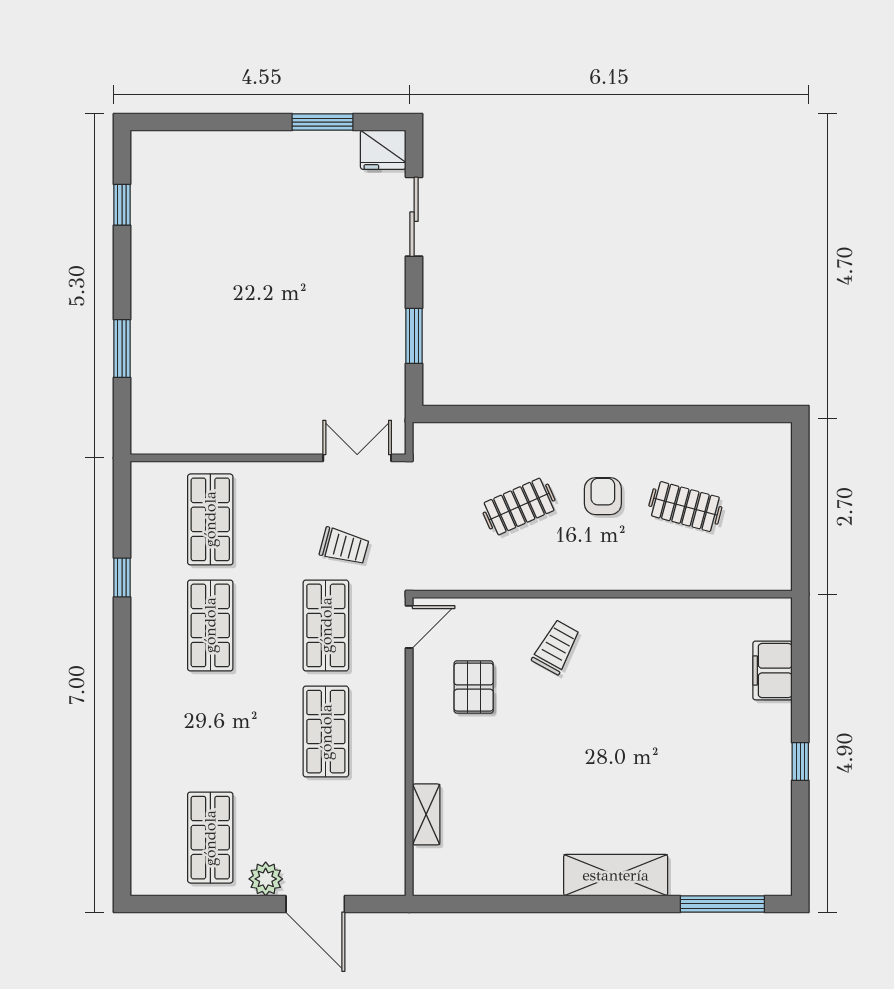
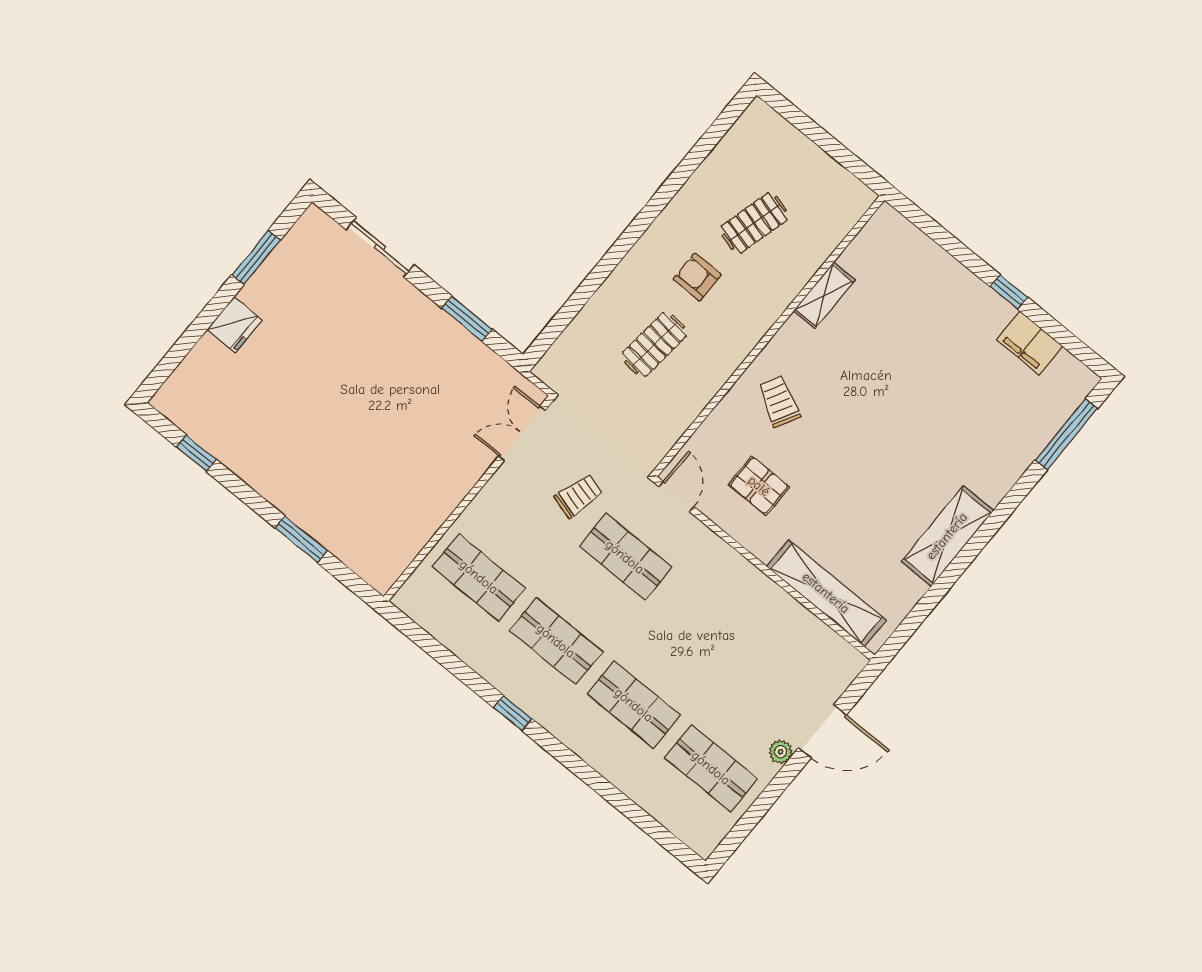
fridge: (383, 150) -> (235, 325), moved
clothes rail: (519, 507) -> (655, 344), turned 30
window: (122, 578) -> (513, 713), moved
shelving: (673, 612) -> (824, 295), added
filing cabinet: (772, 671) -> (1030, 343), moved
shop shelf: (326, 732) -> (634, 705), moved
shelving: (426, 814) -> (826, 593), width x2.20, depth x1.33
shelving: (616, 875) -> (947, 536), moved
plant: (266, 879) -> (781, 752), width x0.73, depth x0.73

